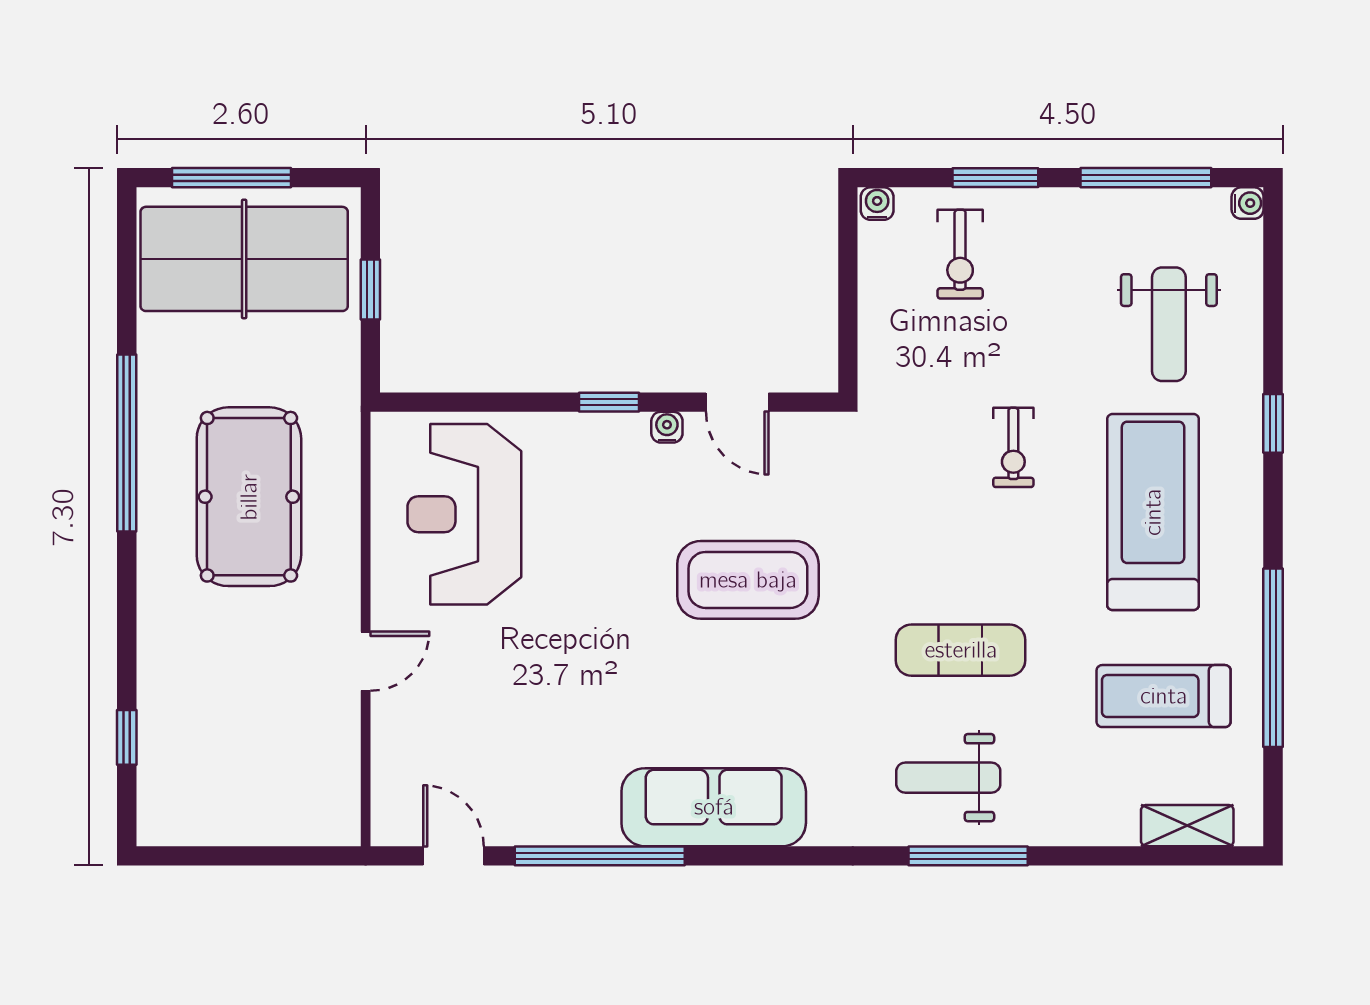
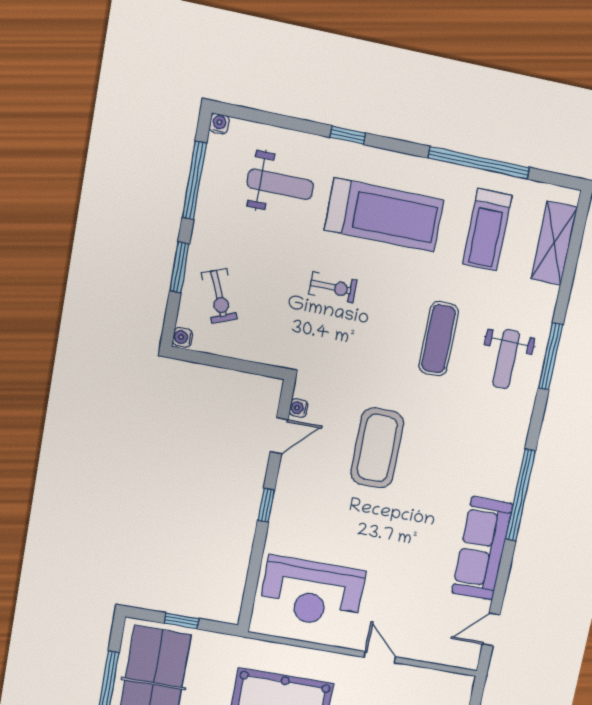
exercise bike: (960, 254) -> (219, 296), turned 68
water cooler: (667, 427) -> (298, 408), moved
treadmill: (1153, 512) -> (384, 215), turned 180
sofa: (714, 807) -> (482, 548), moved
shelving: (1187, 826) -> (554, 243), width x1.50, depth x1.33
window: (600, 856) -> (520, 495), moved

